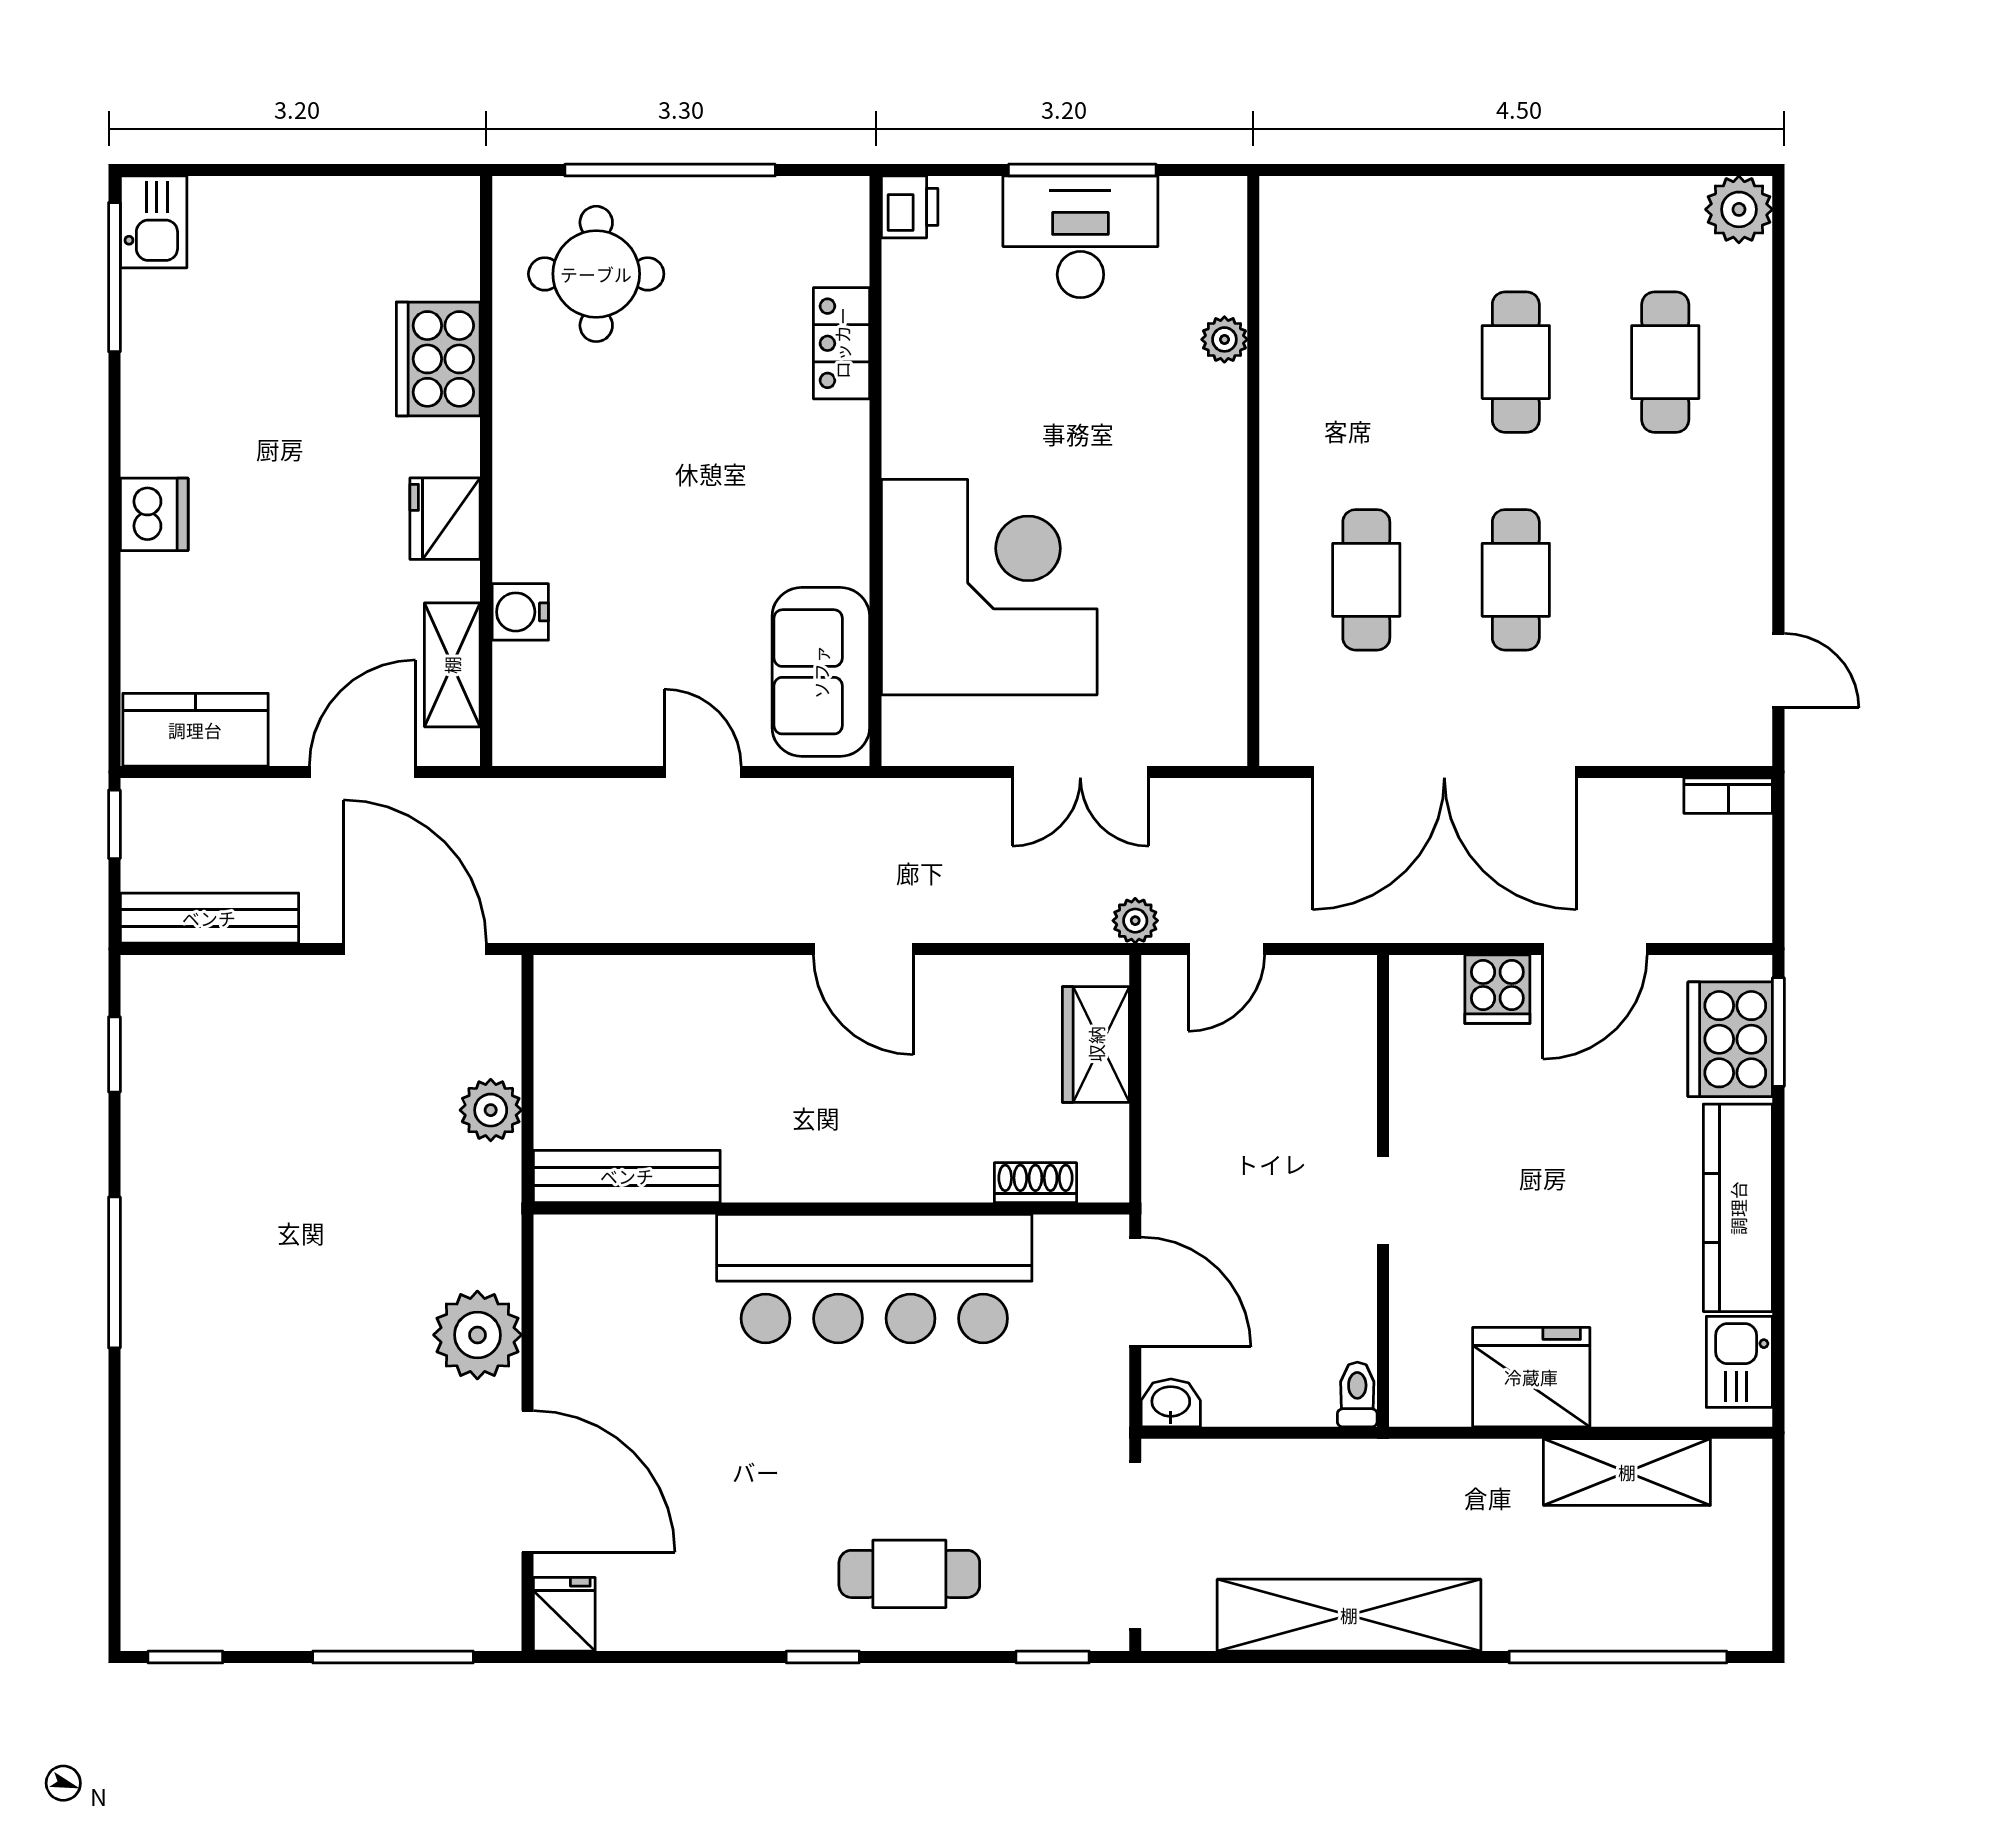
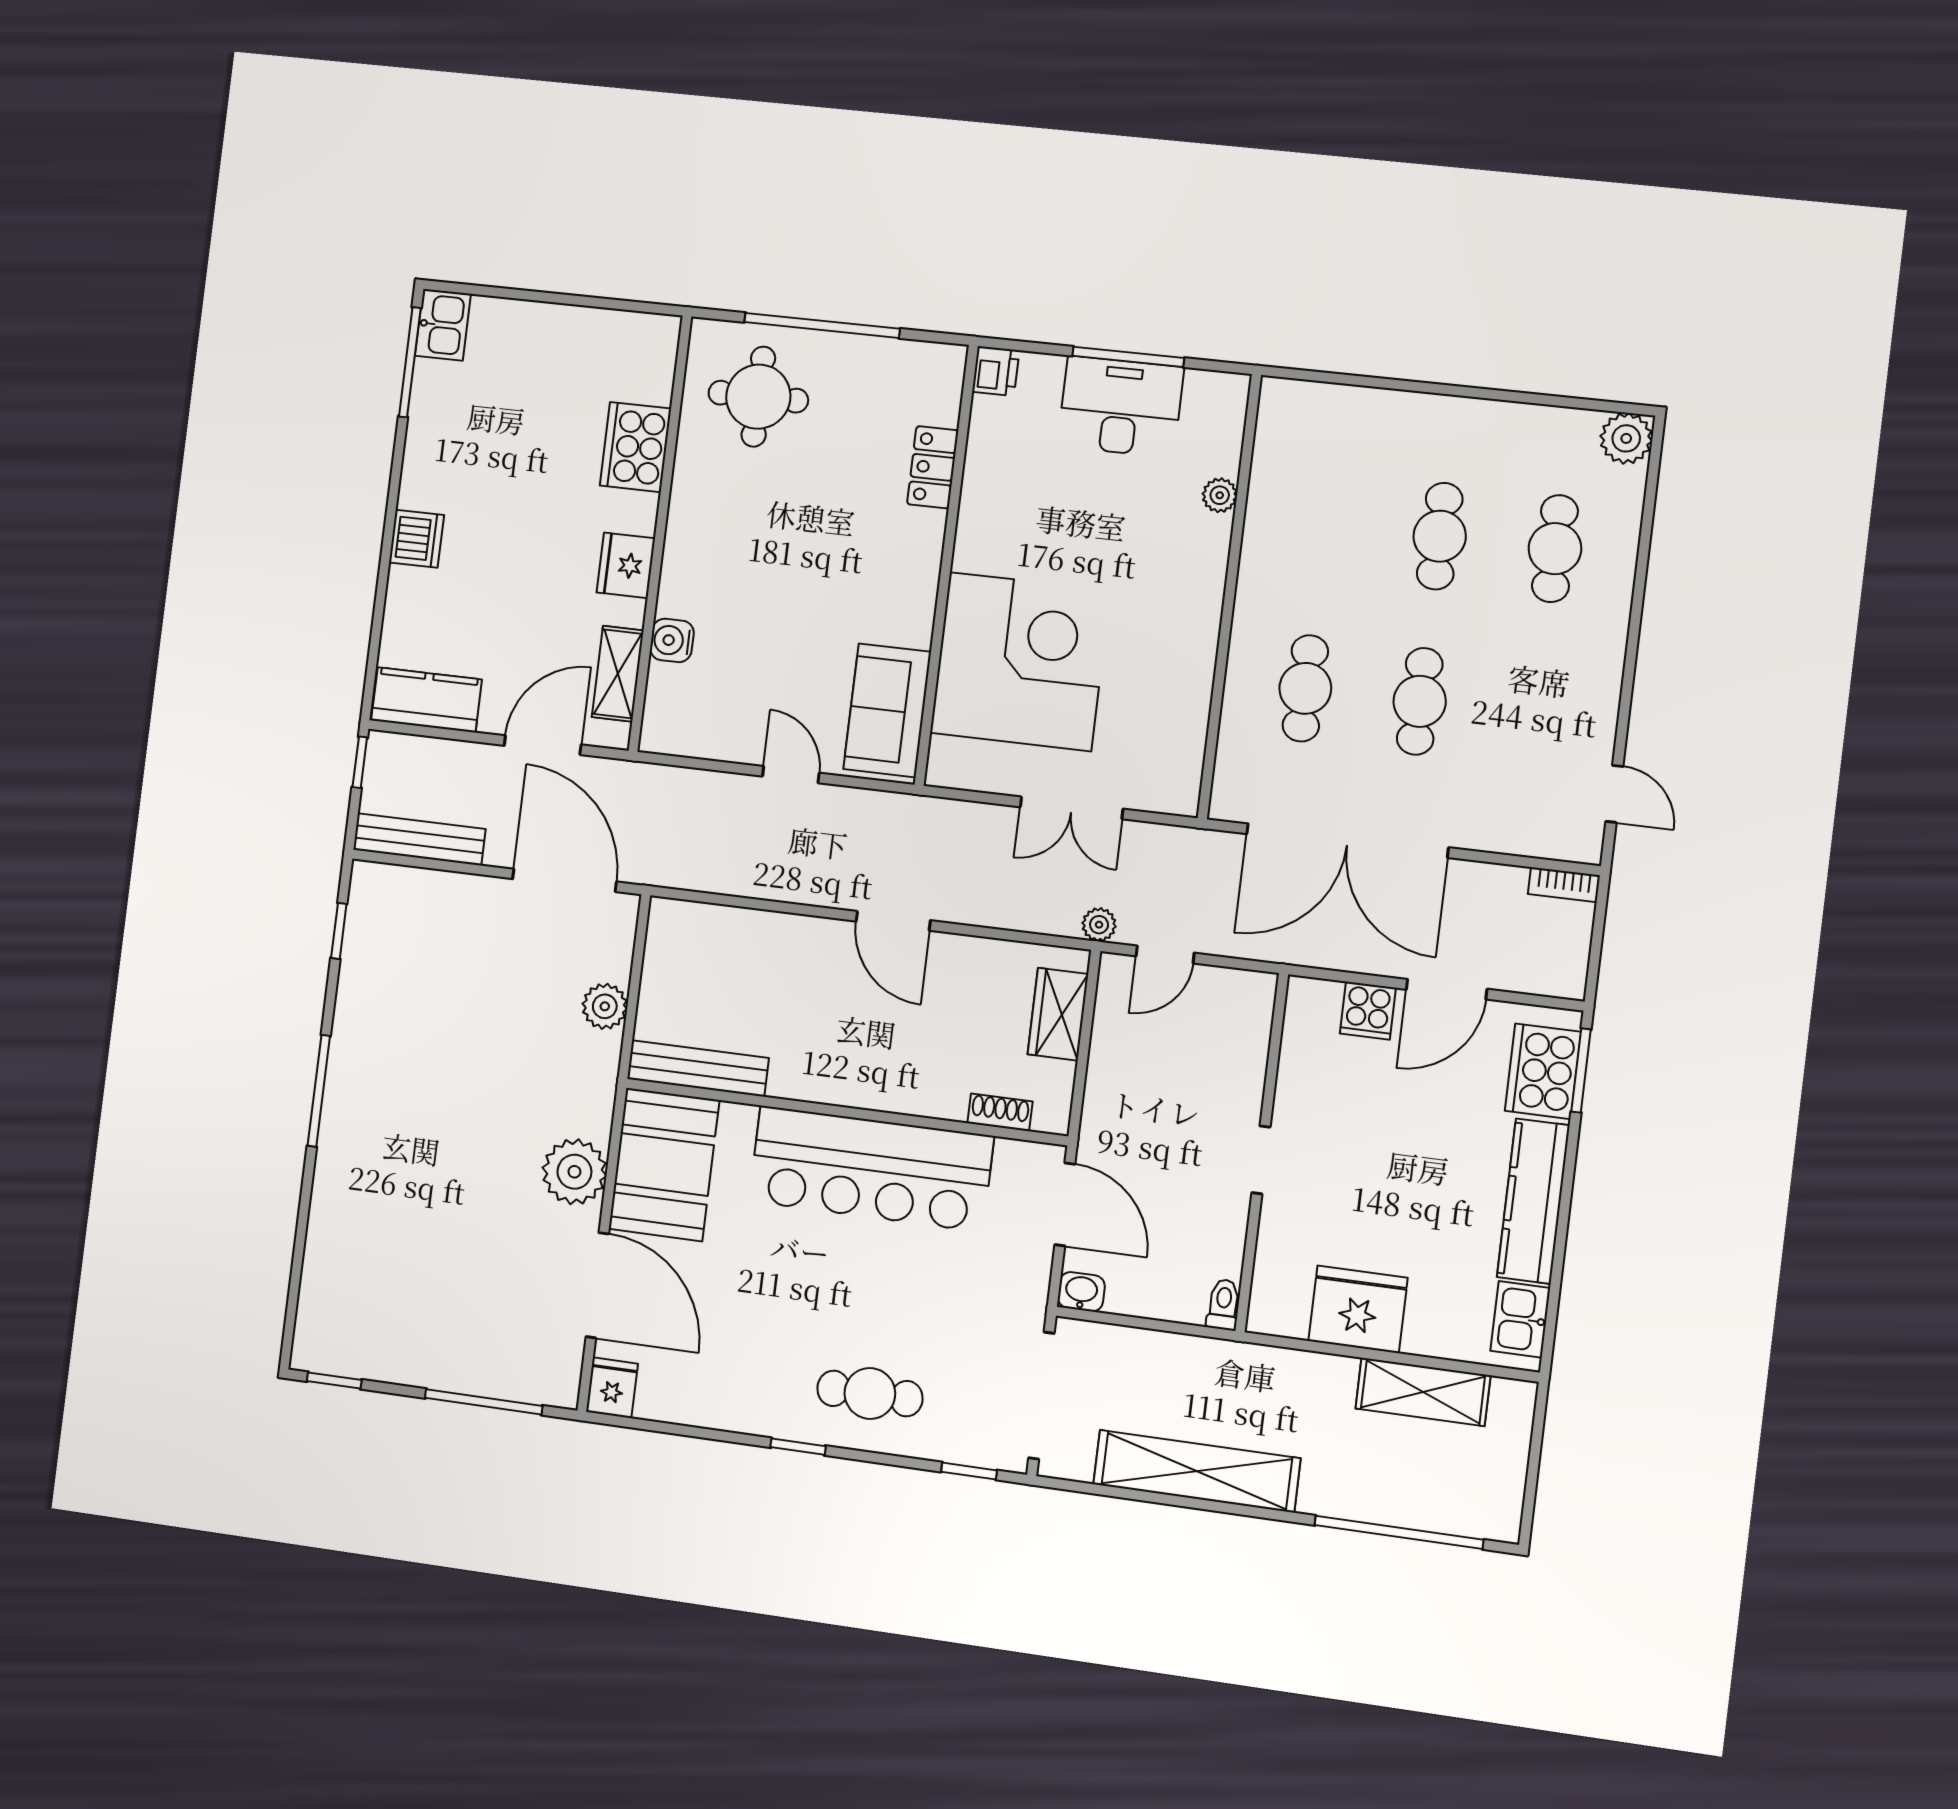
booth: (597, 1310) -> (664, 1164), added

